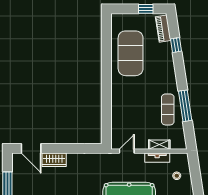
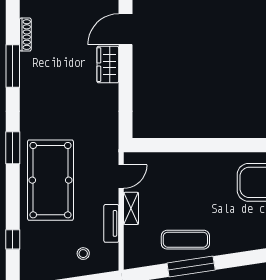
shelving: (159, 145) -> (131, 208), moved
door: (127, 151) -> (121, 177), hinge flipped

